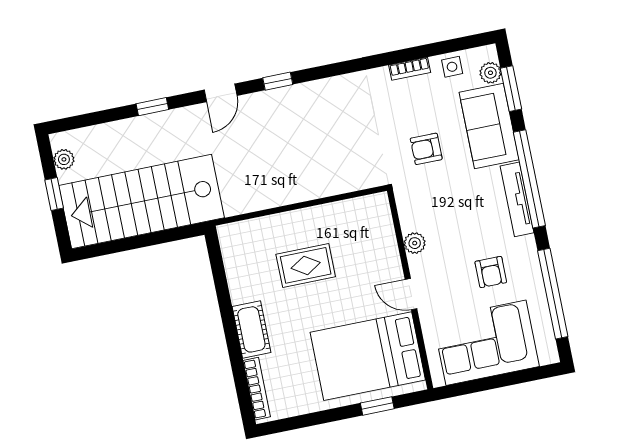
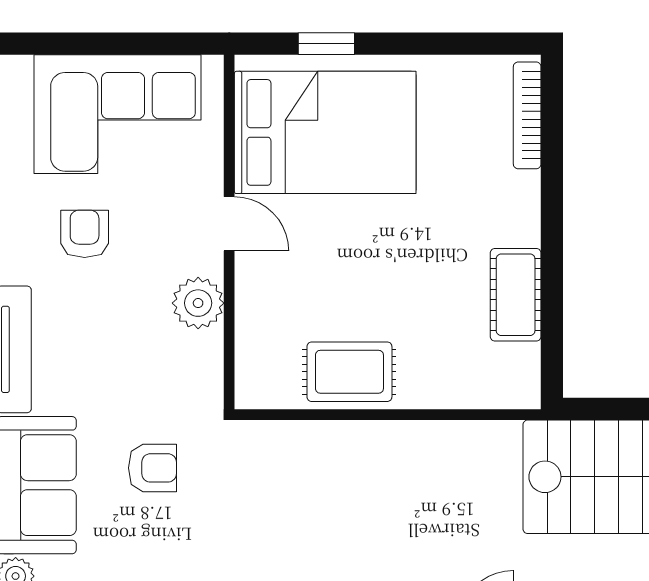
plant: (415, 243) -> (198, 303), width x1.38, depth x1.38
rug: (306, 265) -> (349, 372), moved
cot: (251, 329) -> (516, 295), moved

